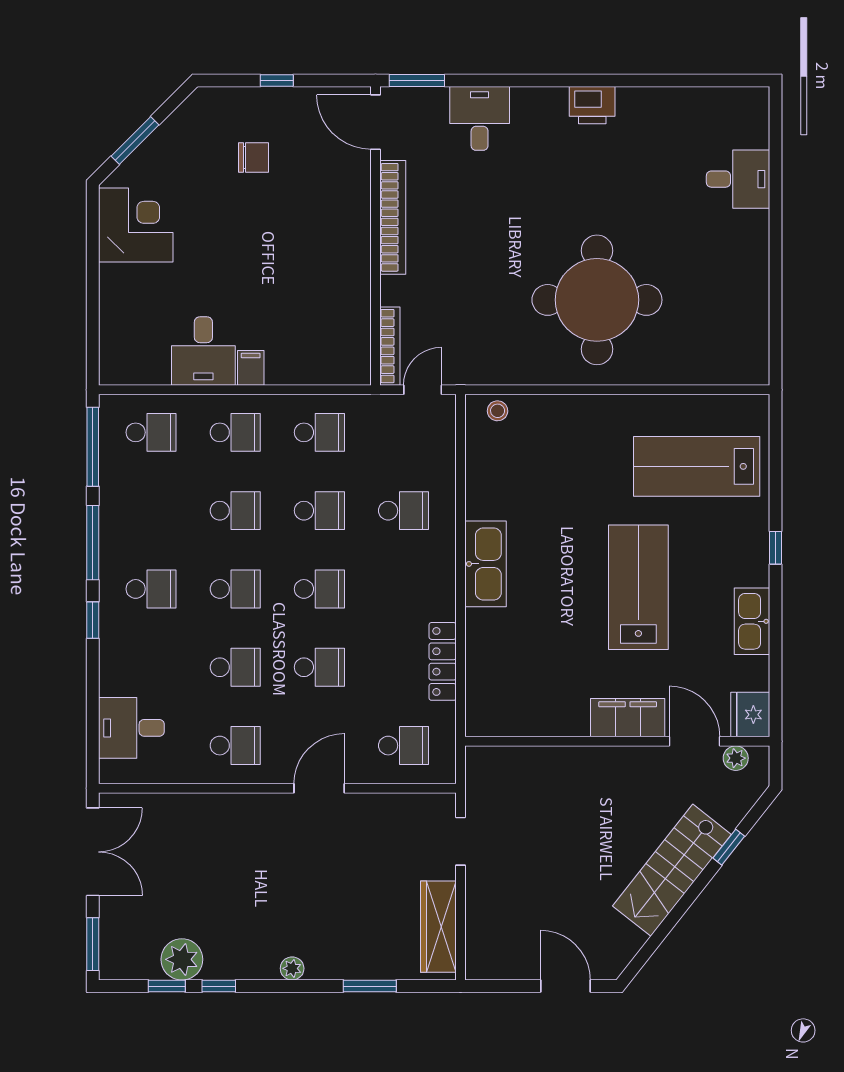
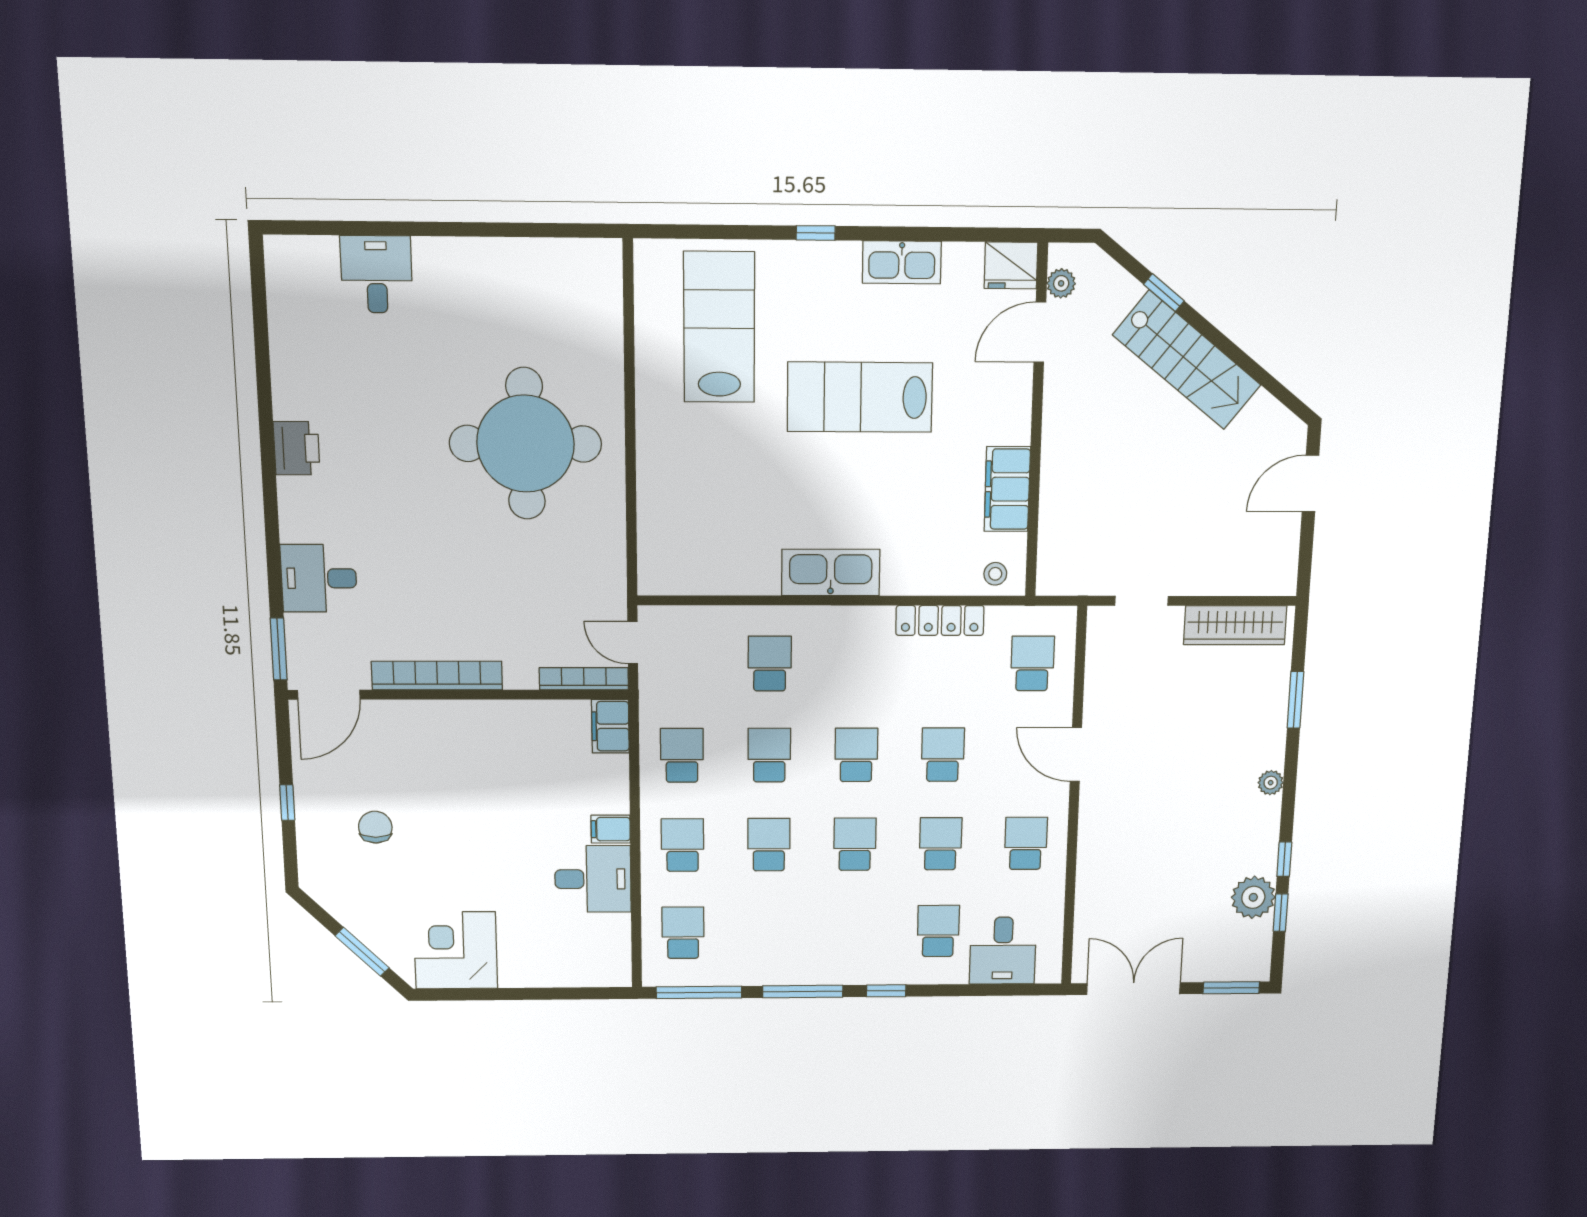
filing cabinet: (346, 369) -> (610, 726), added
stool: (498, 411) -> (995, 574), moved
lab bench: (697, 466) -> (719, 327), turned 180
school desk: (151, 589) -> (938, 931), moved
filing cabinet: (628, 718) -> (1007, 489), moved

